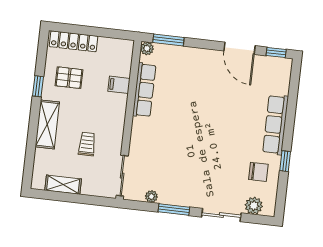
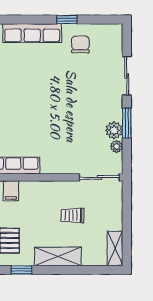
shelving: (63, 185) -> (115, 248), moved
plant: (254, 206) -> (114, 130), moved

